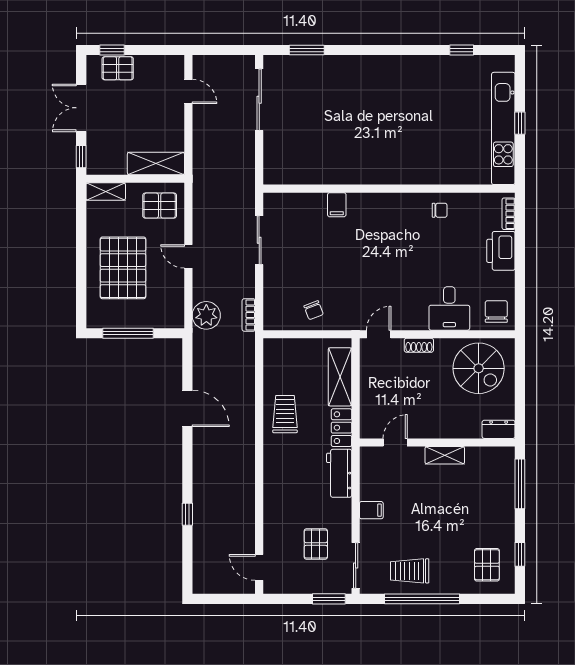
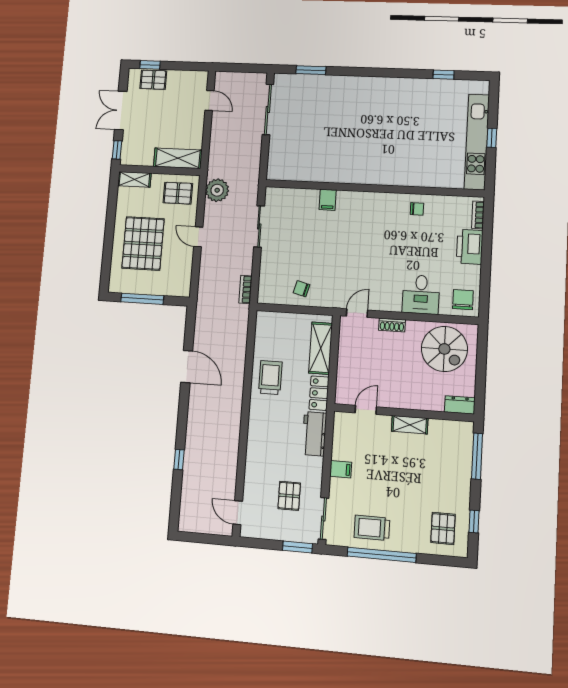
chair: (314, 310) -> (302, 289), turned 126
plant: (206, 315) -> (217, 190), moved

